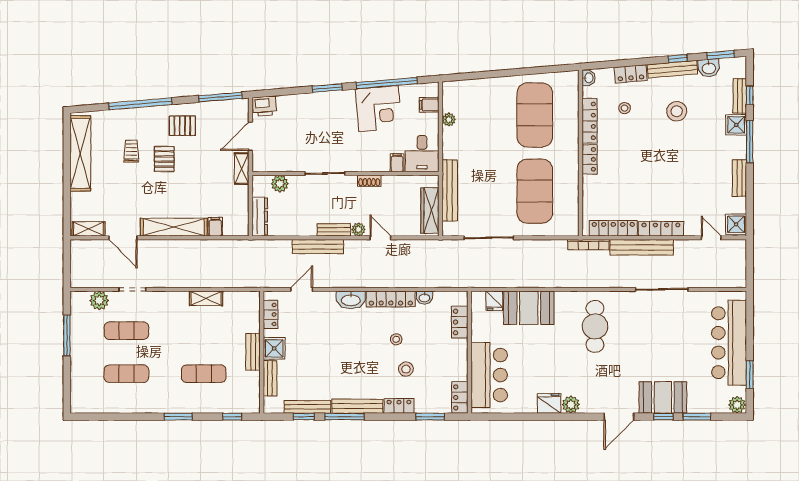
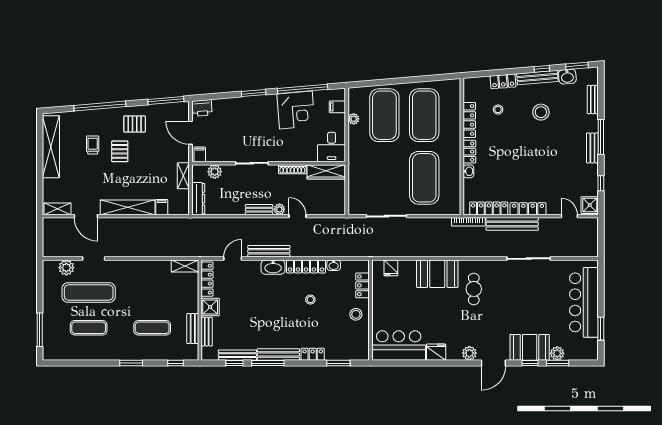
washbasin: (589, 78) -> (468, 171), moved
window: (750, 95) -> (601, 183), moved
exercise mat: (486, 115) -> (384, 115), added
shower: (736, 125) -> (590, 123), removed
door: (250, 136) -> (191, 133), hinge flipped
filing cabinet: (397, 163) -> (200, 154), moved
shelving: (242, 169) -> (183, 176), moved
bench: (739, 178) -> (592, 148), moved
shoe rack: (369, 181) -> (292, 169), width x1.43
bench: (450, 190) -> (354, 177), removed
wardrobe: (430, 210) -> (326, 172), moved, turned -90
bench: (318, 247) -> (269, 251), moved
shelving: (206, 298) -> (185, 266), moved
booth: (529, 308) -> (437, 274), moved
locker: (270, 314) -> (207, 279), width x1.53
cafe table: (595, 326) -> (474, 289), width x0.73, depth x0.74
exercise mat: (126, 331) -> (89, 292), width x1.36, depth x1.45
window: (67, 335) -> (40, 330), moved
bench: (253, 352) -> (193, 329), moved
stool: (406, 369) -> (356, 314), moved
bar counter: (489, 375) -> (399, 346), moved, turned -90
locker: (460, 397) -> (363, 347), removed
plant: (571, 405) -> (469, 353), moved
plant: (737, 405) -> (557, 353), moved

